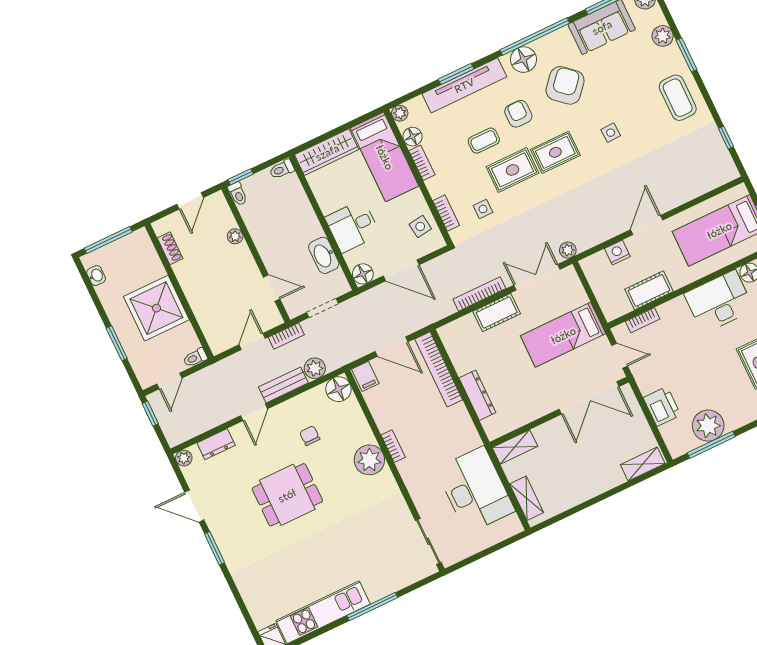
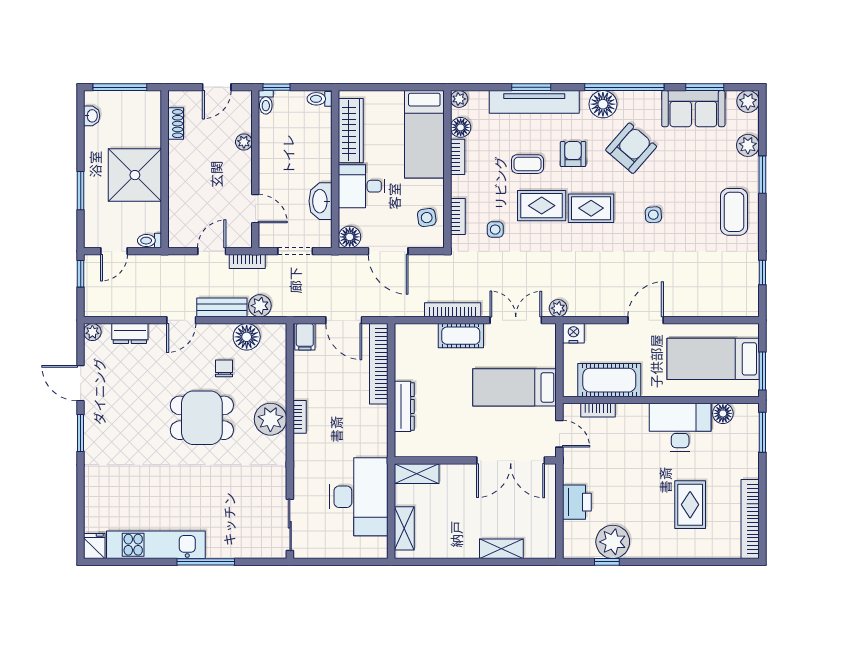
wardrobe: (327, 152) -> (351, 131), moved, turned -90
nightstand: (617, 253) -> (573, 333), moved
cot: (649, 290) -> (609, 380), width x1.37, depth x1.34
floor lamp: (339, 389) -> (247, 337), moved
window: (711, 445) -> (607, 562), width x0.46
shelving: (643, 464) -> (501, 549), moved
dining table: (287, 495) -> (202, 418), moved

